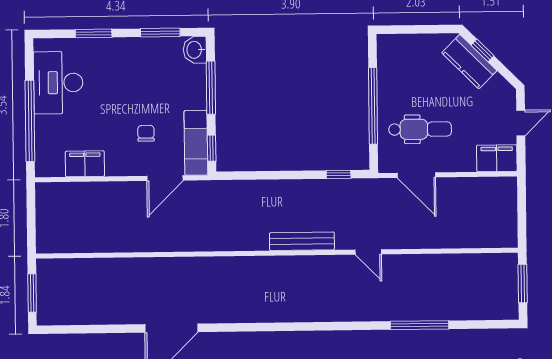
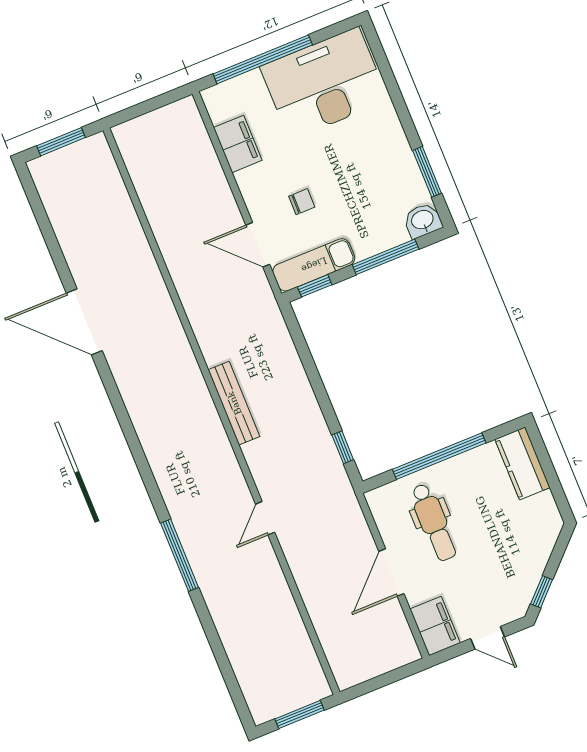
window: (94, 33) -> (395, 94), removed
window: (483, 50) -> (542, 592), moved
kitchen counter: (469, 62) -> (522, 463), moved, turned -45
desk: (58, 83) -> (324, 83), width x1.36, depth x1.30
door: (416, 175) -> (391, 572), moved
bench: (302, 241) -> (234, 403), moved
window: (420, 325) -> (180, 555), moved

